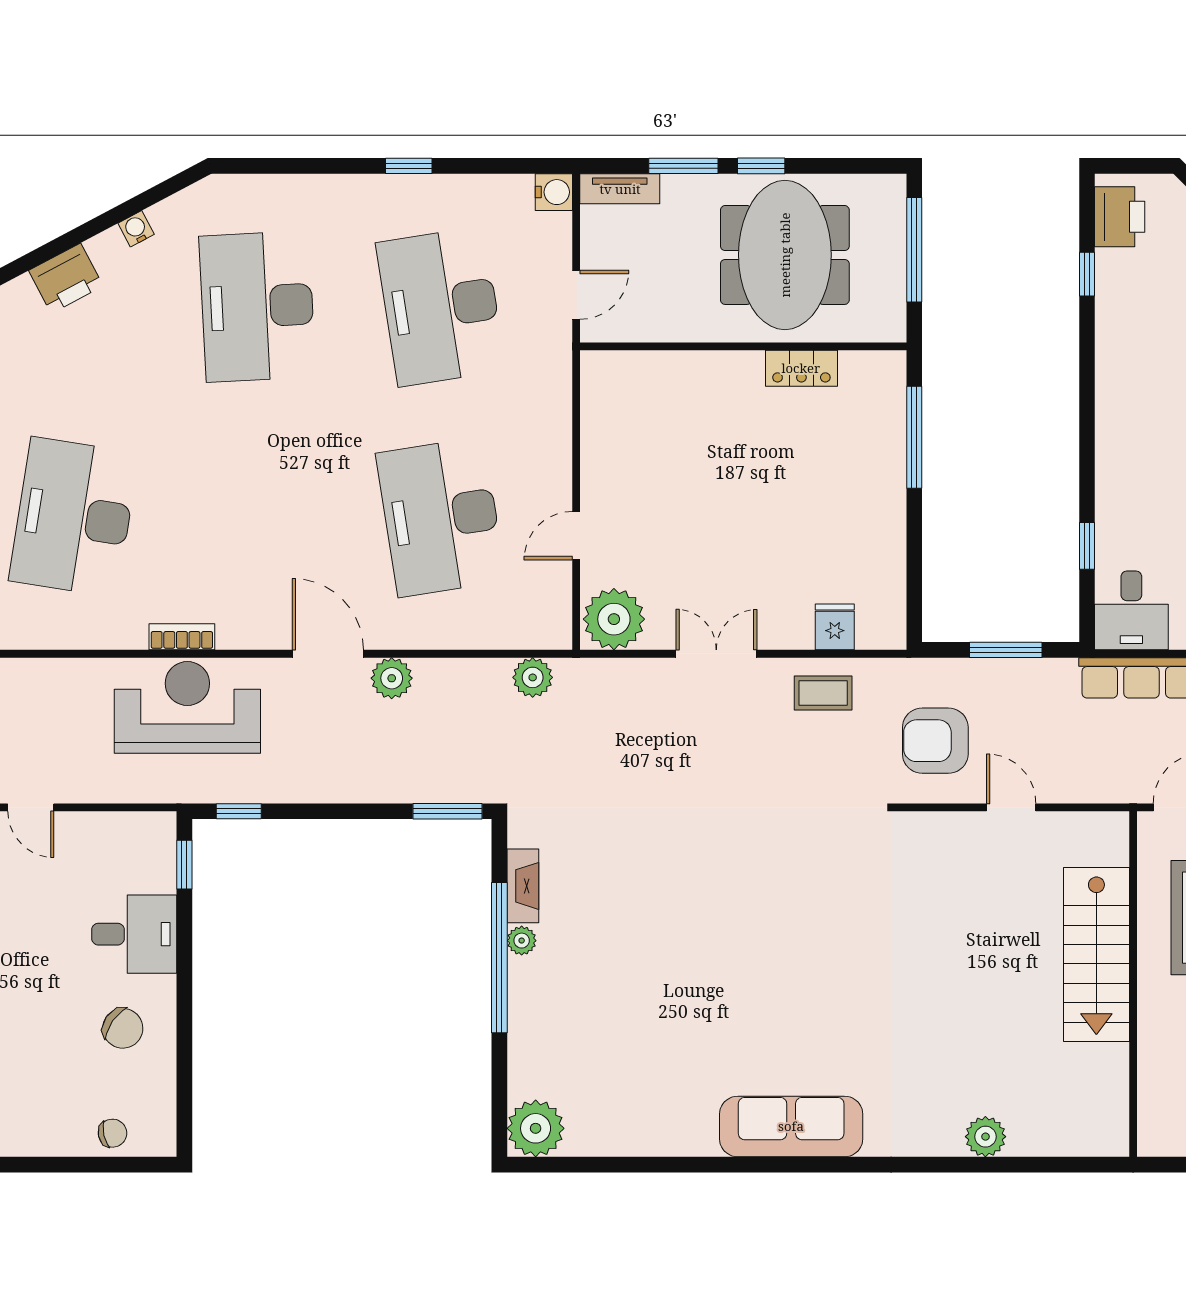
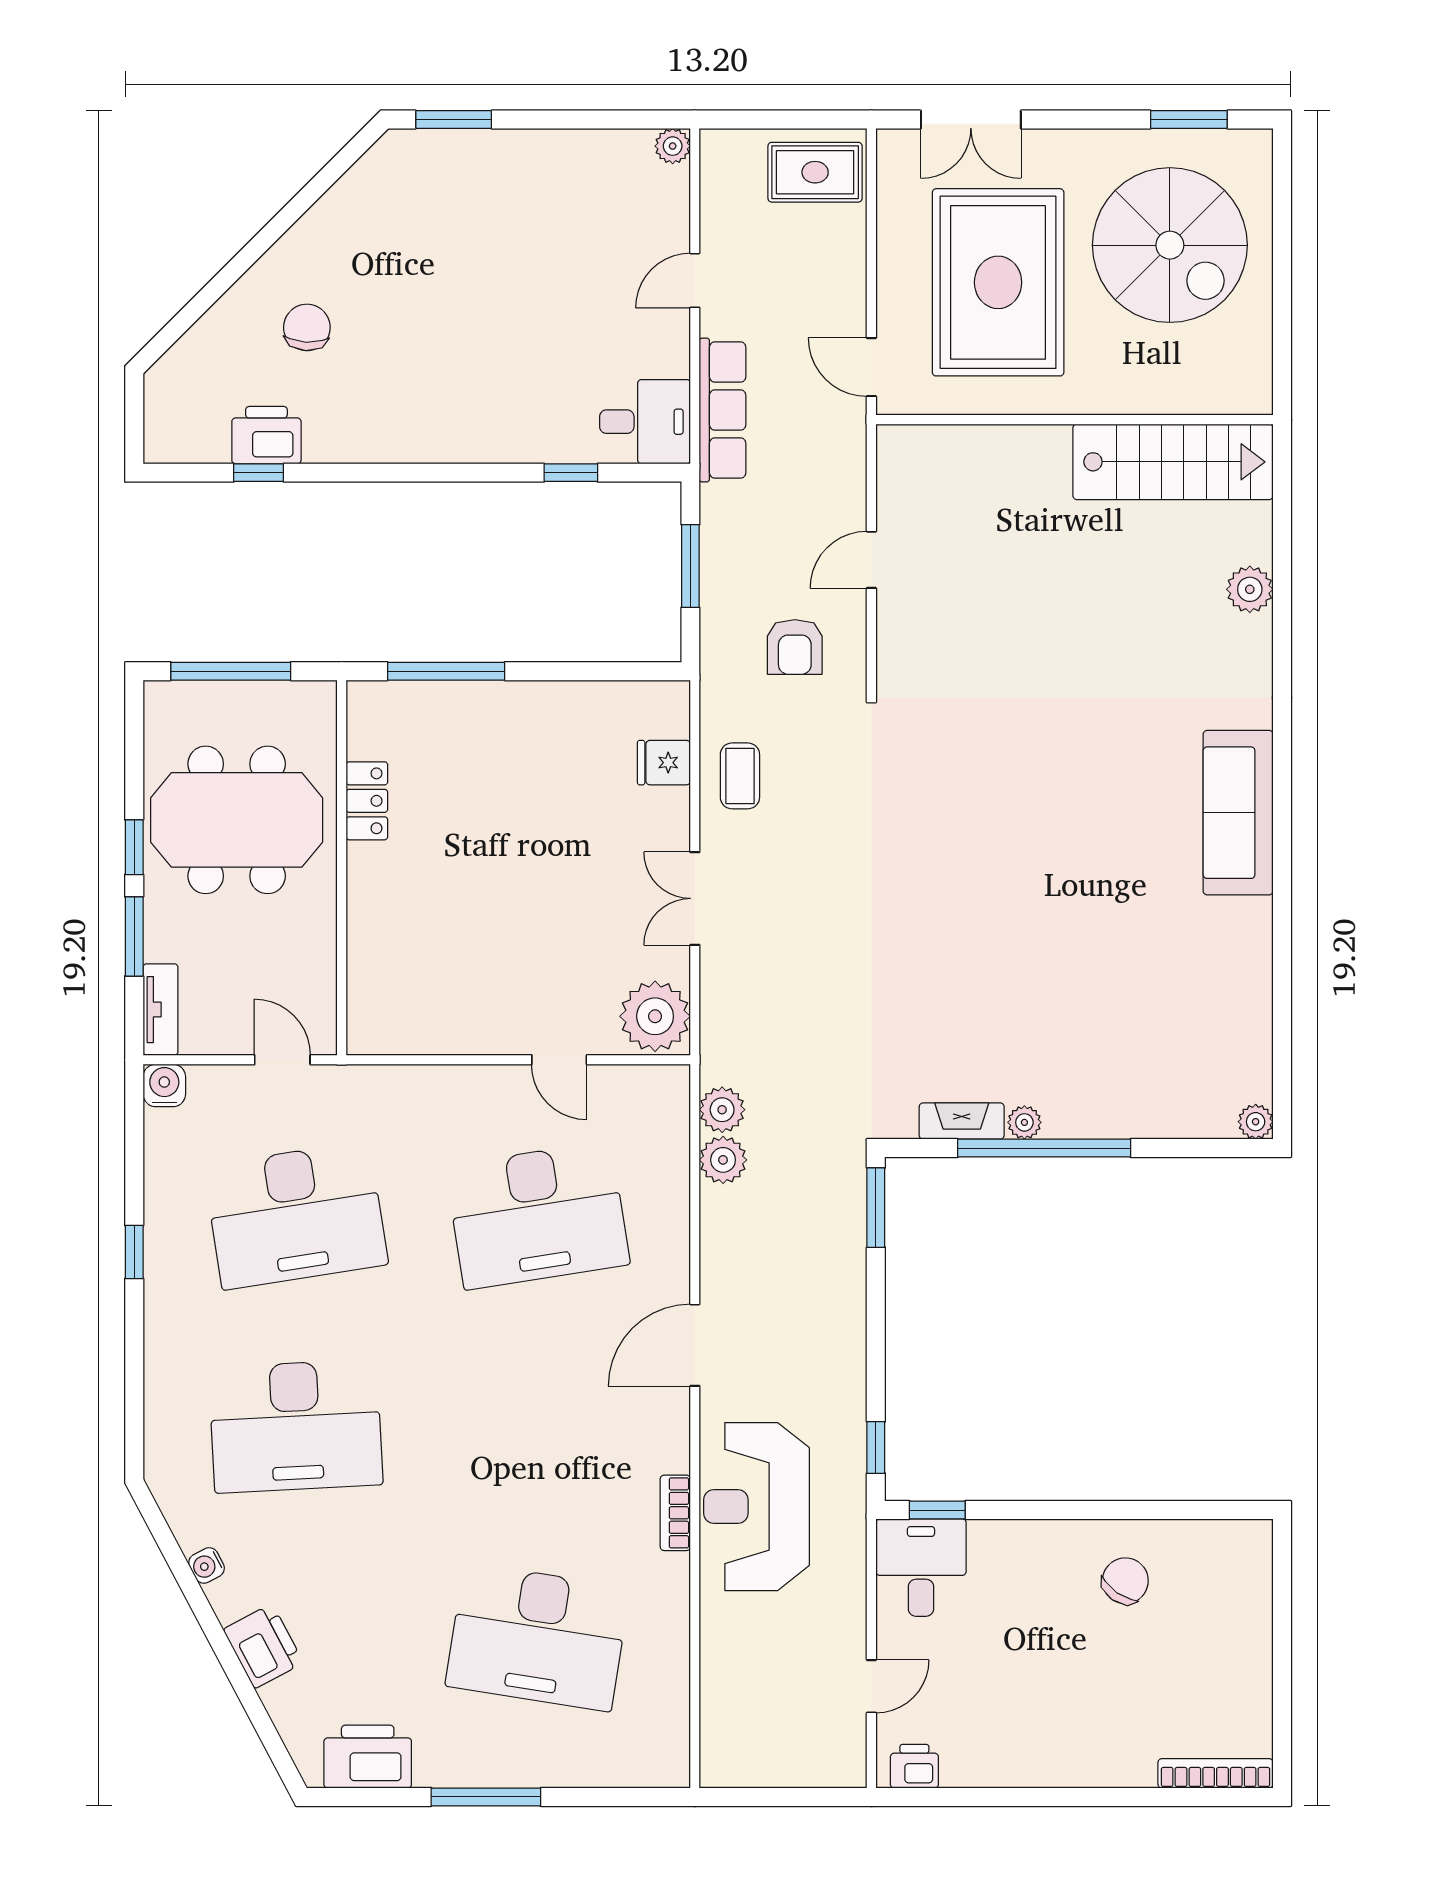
printer: (1120, 217) -> (266, 435), moved
plant: (392, 678) -> (723, 1160), moved
armchair: (935, 741) -> (795, 647), width x0.72, depth x0.72
desk: (134, 934) -> (921, 1568), moved
stairs: (1096, 954) -> (1173, 462), moved
plant: (536, 1128) -> (1256, 1122), width x0.53, depth x0.53
chair: (112, 1133) -> (1246, 1593), removed

